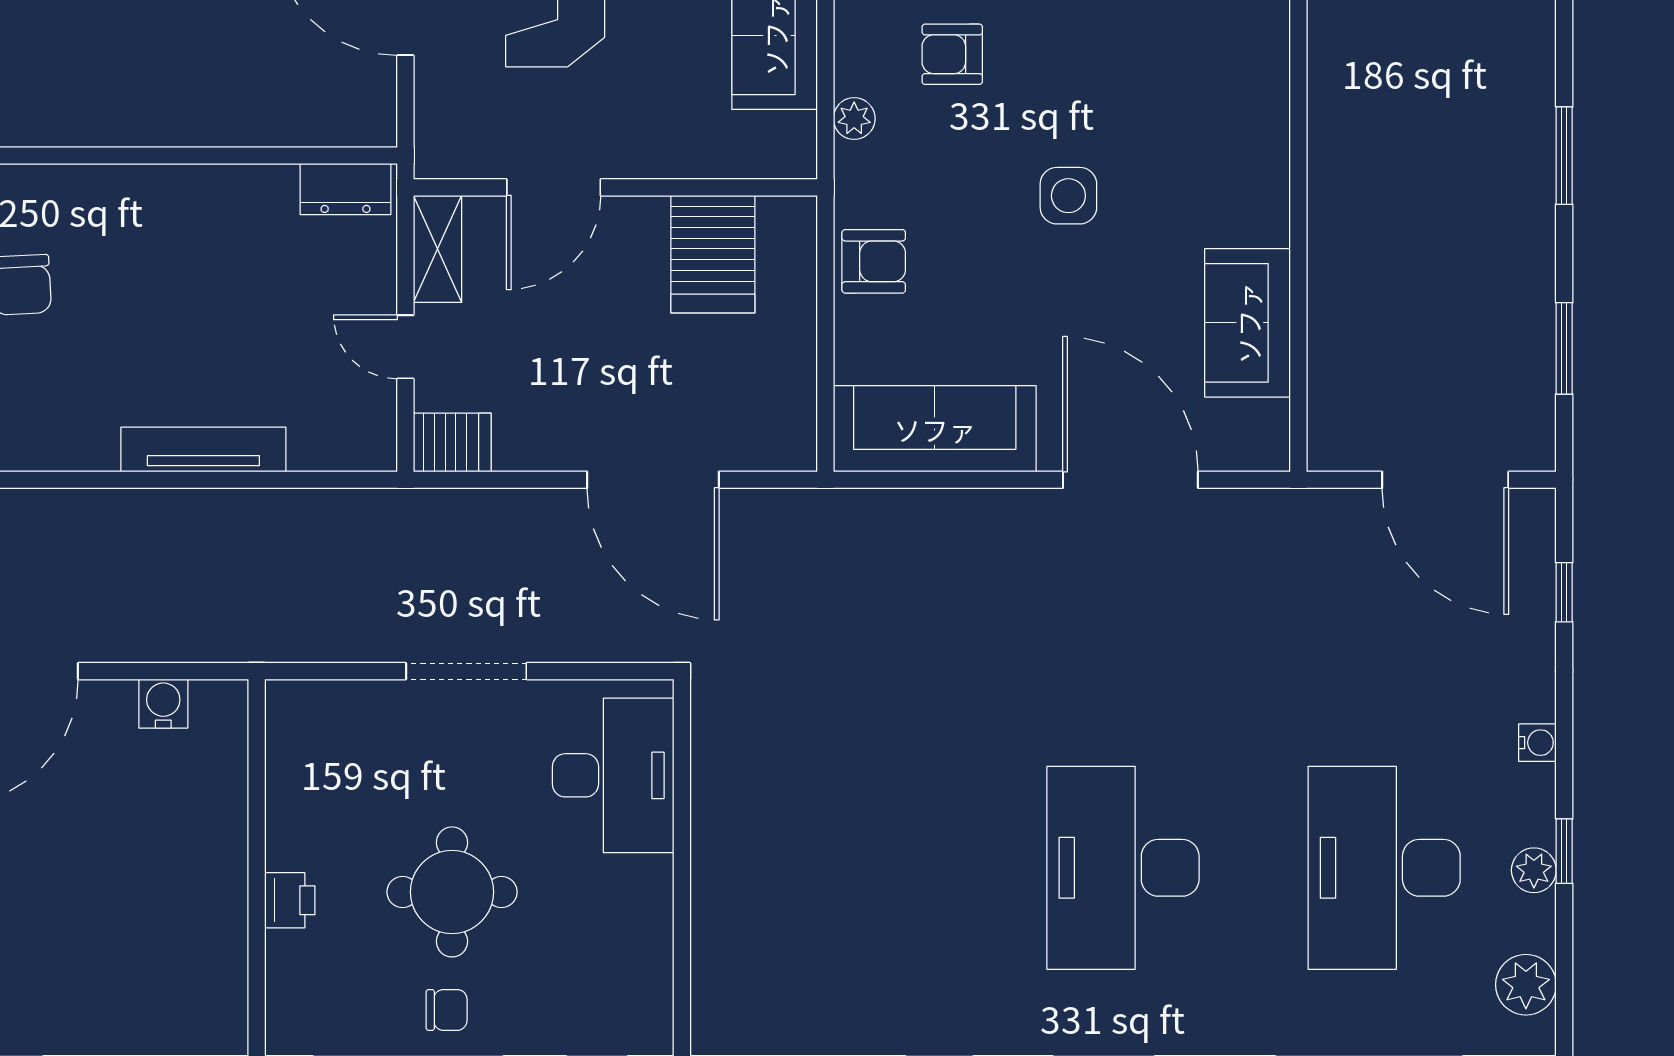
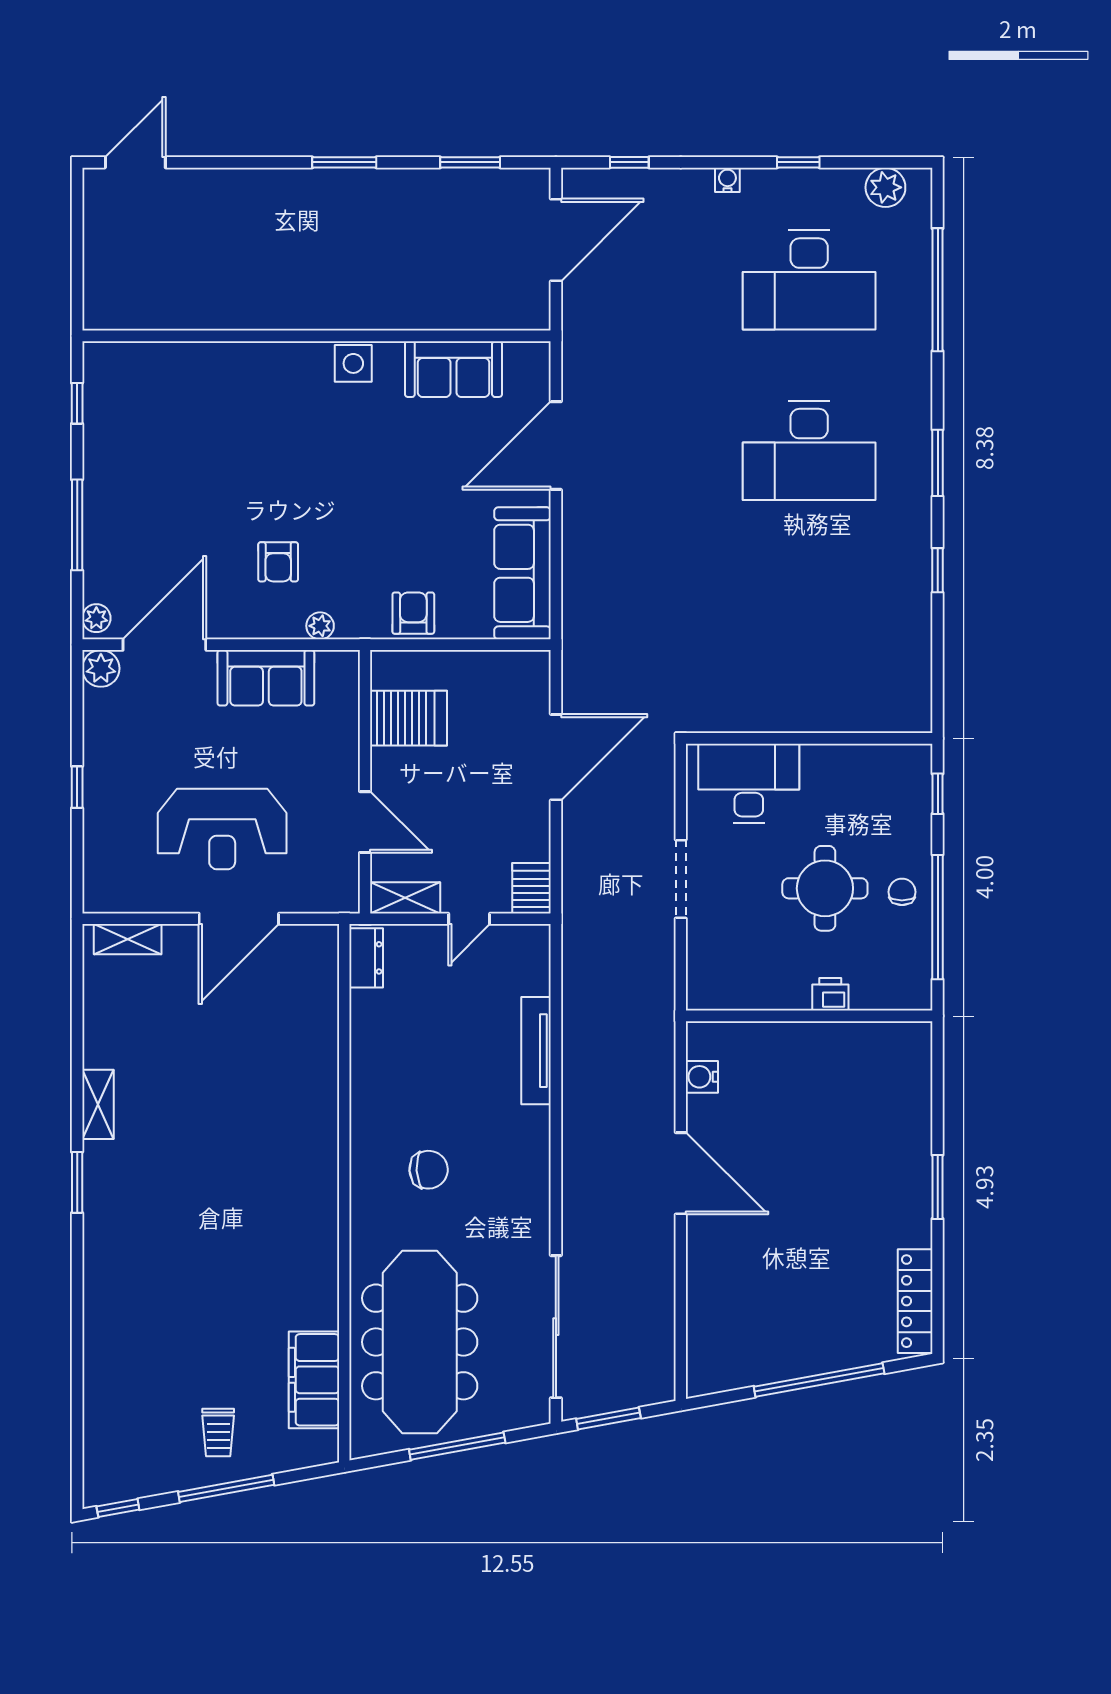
side table: (1068, 196) -> (353, 363), moved
plant: (1534, 870) -> (811, 182), removed

